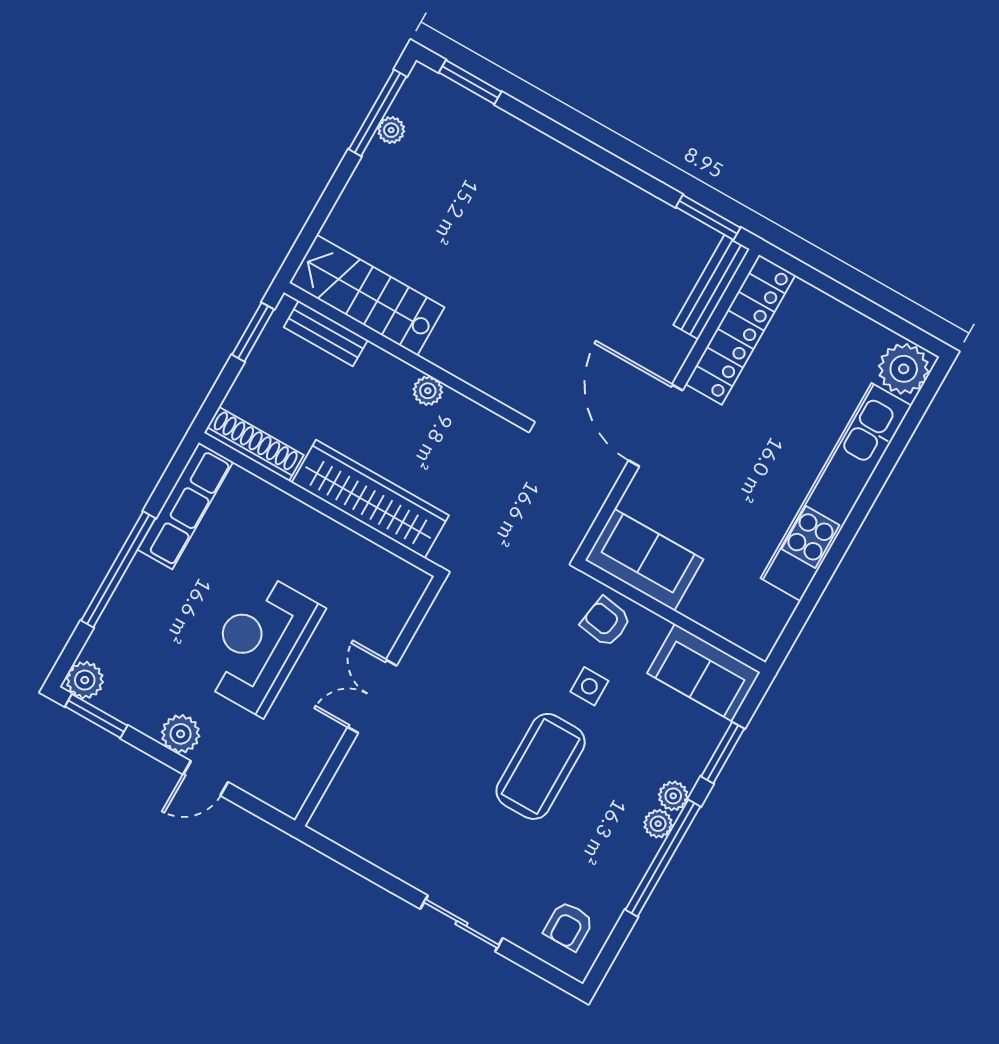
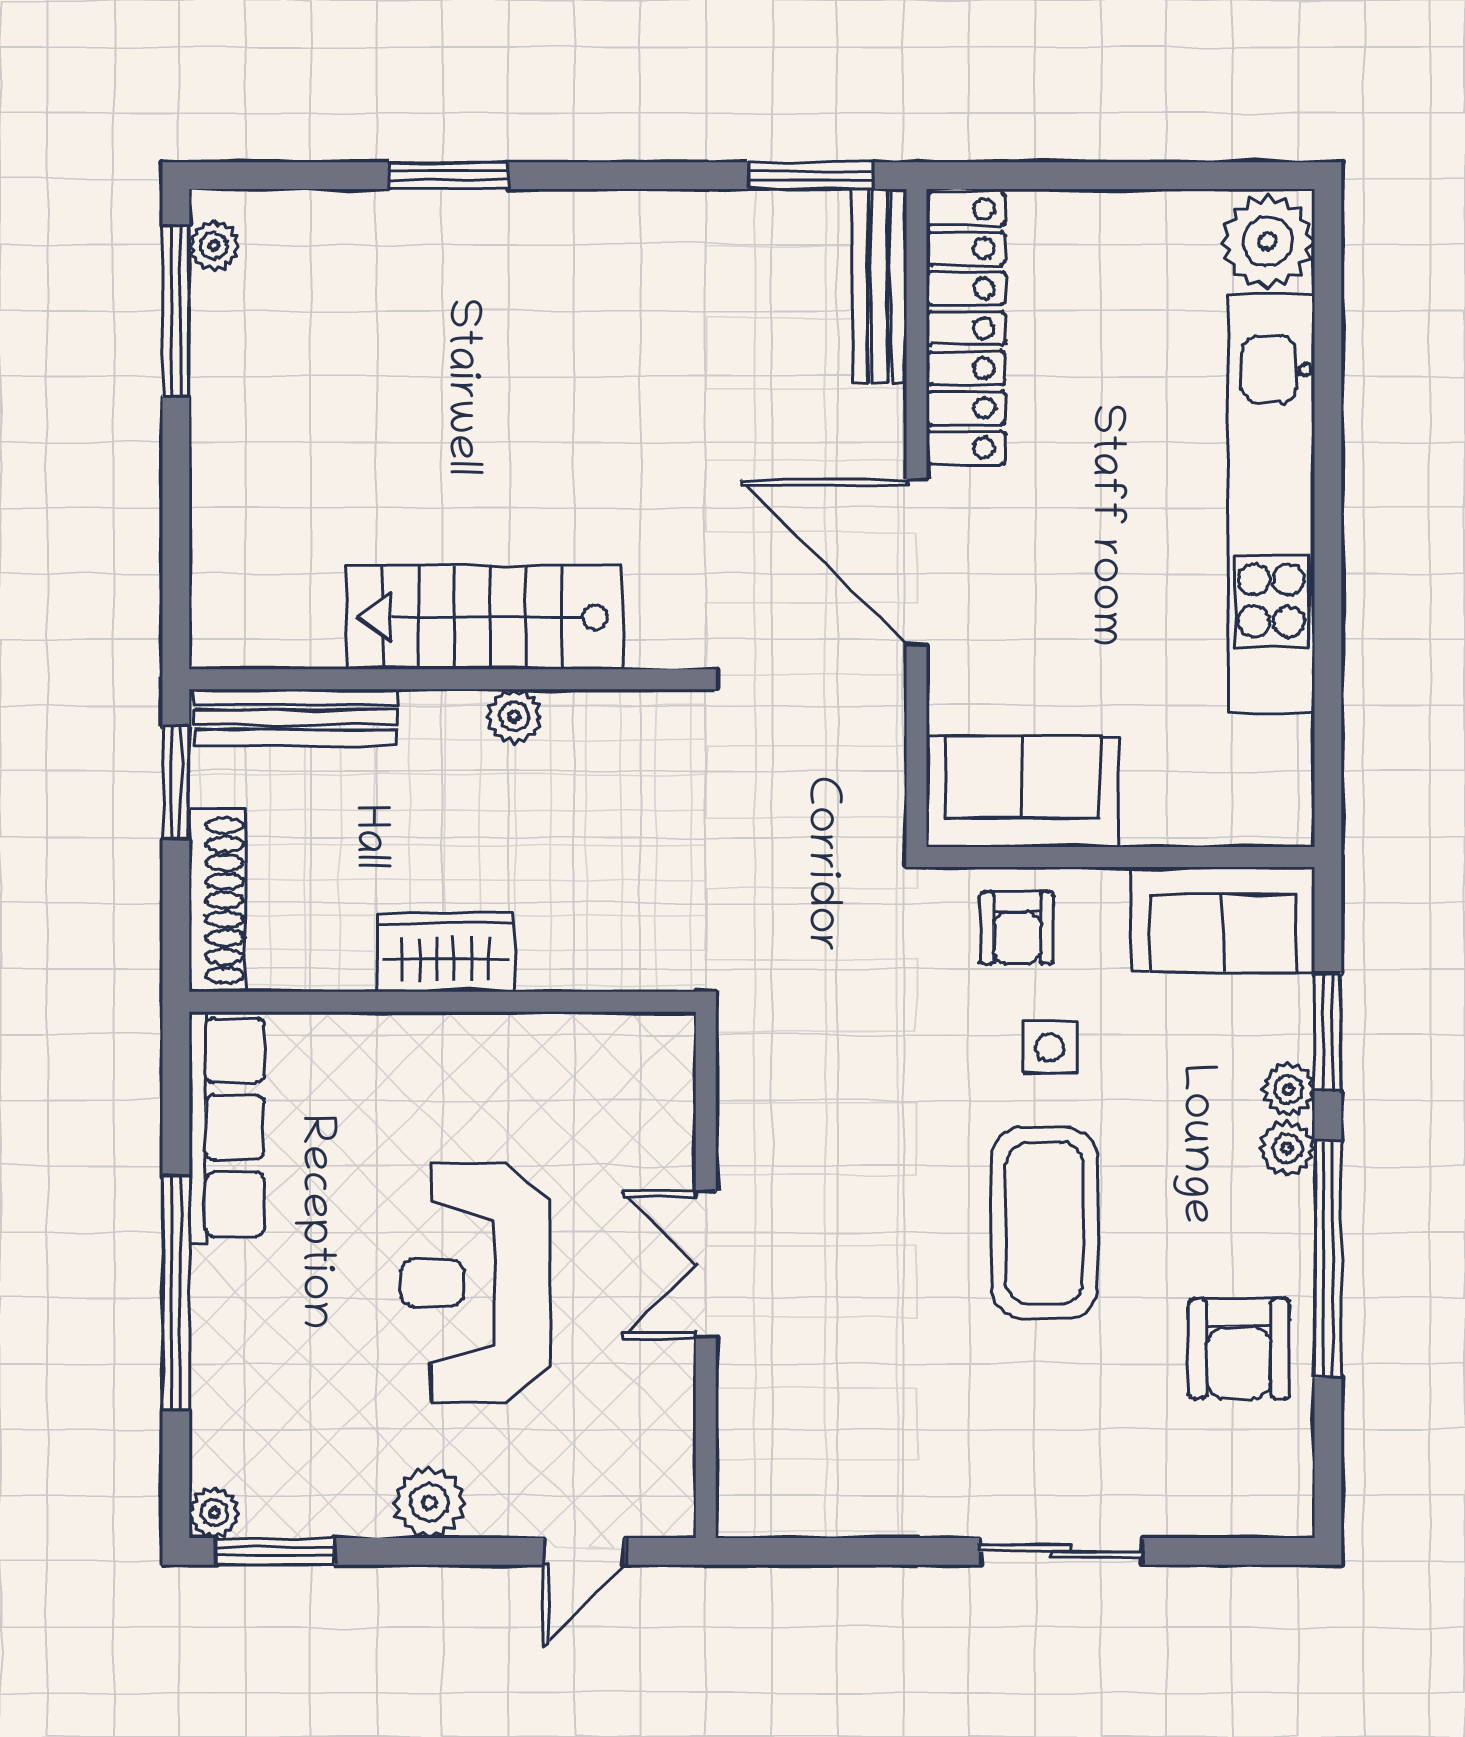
window: (470, 82) -> (448, 176), moved
plant: (391, 130) -> (214, 246), moved
stairs: (367, 295) -> (485, 617), moved
bench: (326, 334) -> (296, 718), width x1.36
shoe rack: (254, 444) -> (217, 900), moved, turned 90
wardrobe: (370, 499) -> (446, 952), width x0.48, depth x0.85
armchair: (606, 622) -> (1017, 928), turned -99
plant: (85, 680) -> (214, 1513), width x0.73, depth x0.73
door: (206, 778) -> (584, 1551), moved
plant: (658, 824) -> (1288, 1089), moved
armchair: (569, 926) -> (1239, 1349), moved, width x1.38, depth x1.38

